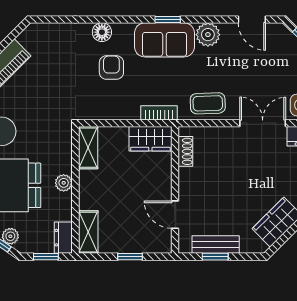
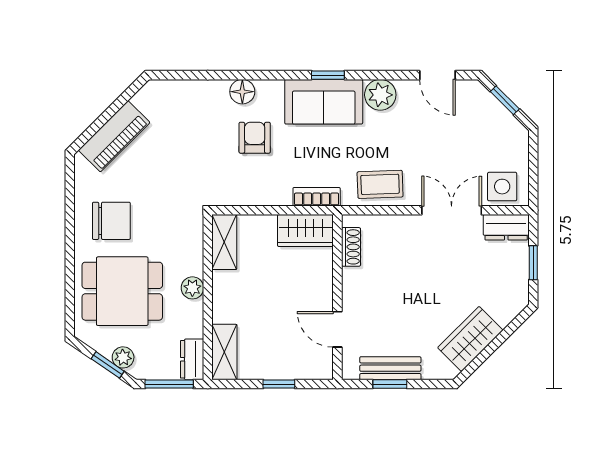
window: (46, 257) -> (169, 384), width x1.50

